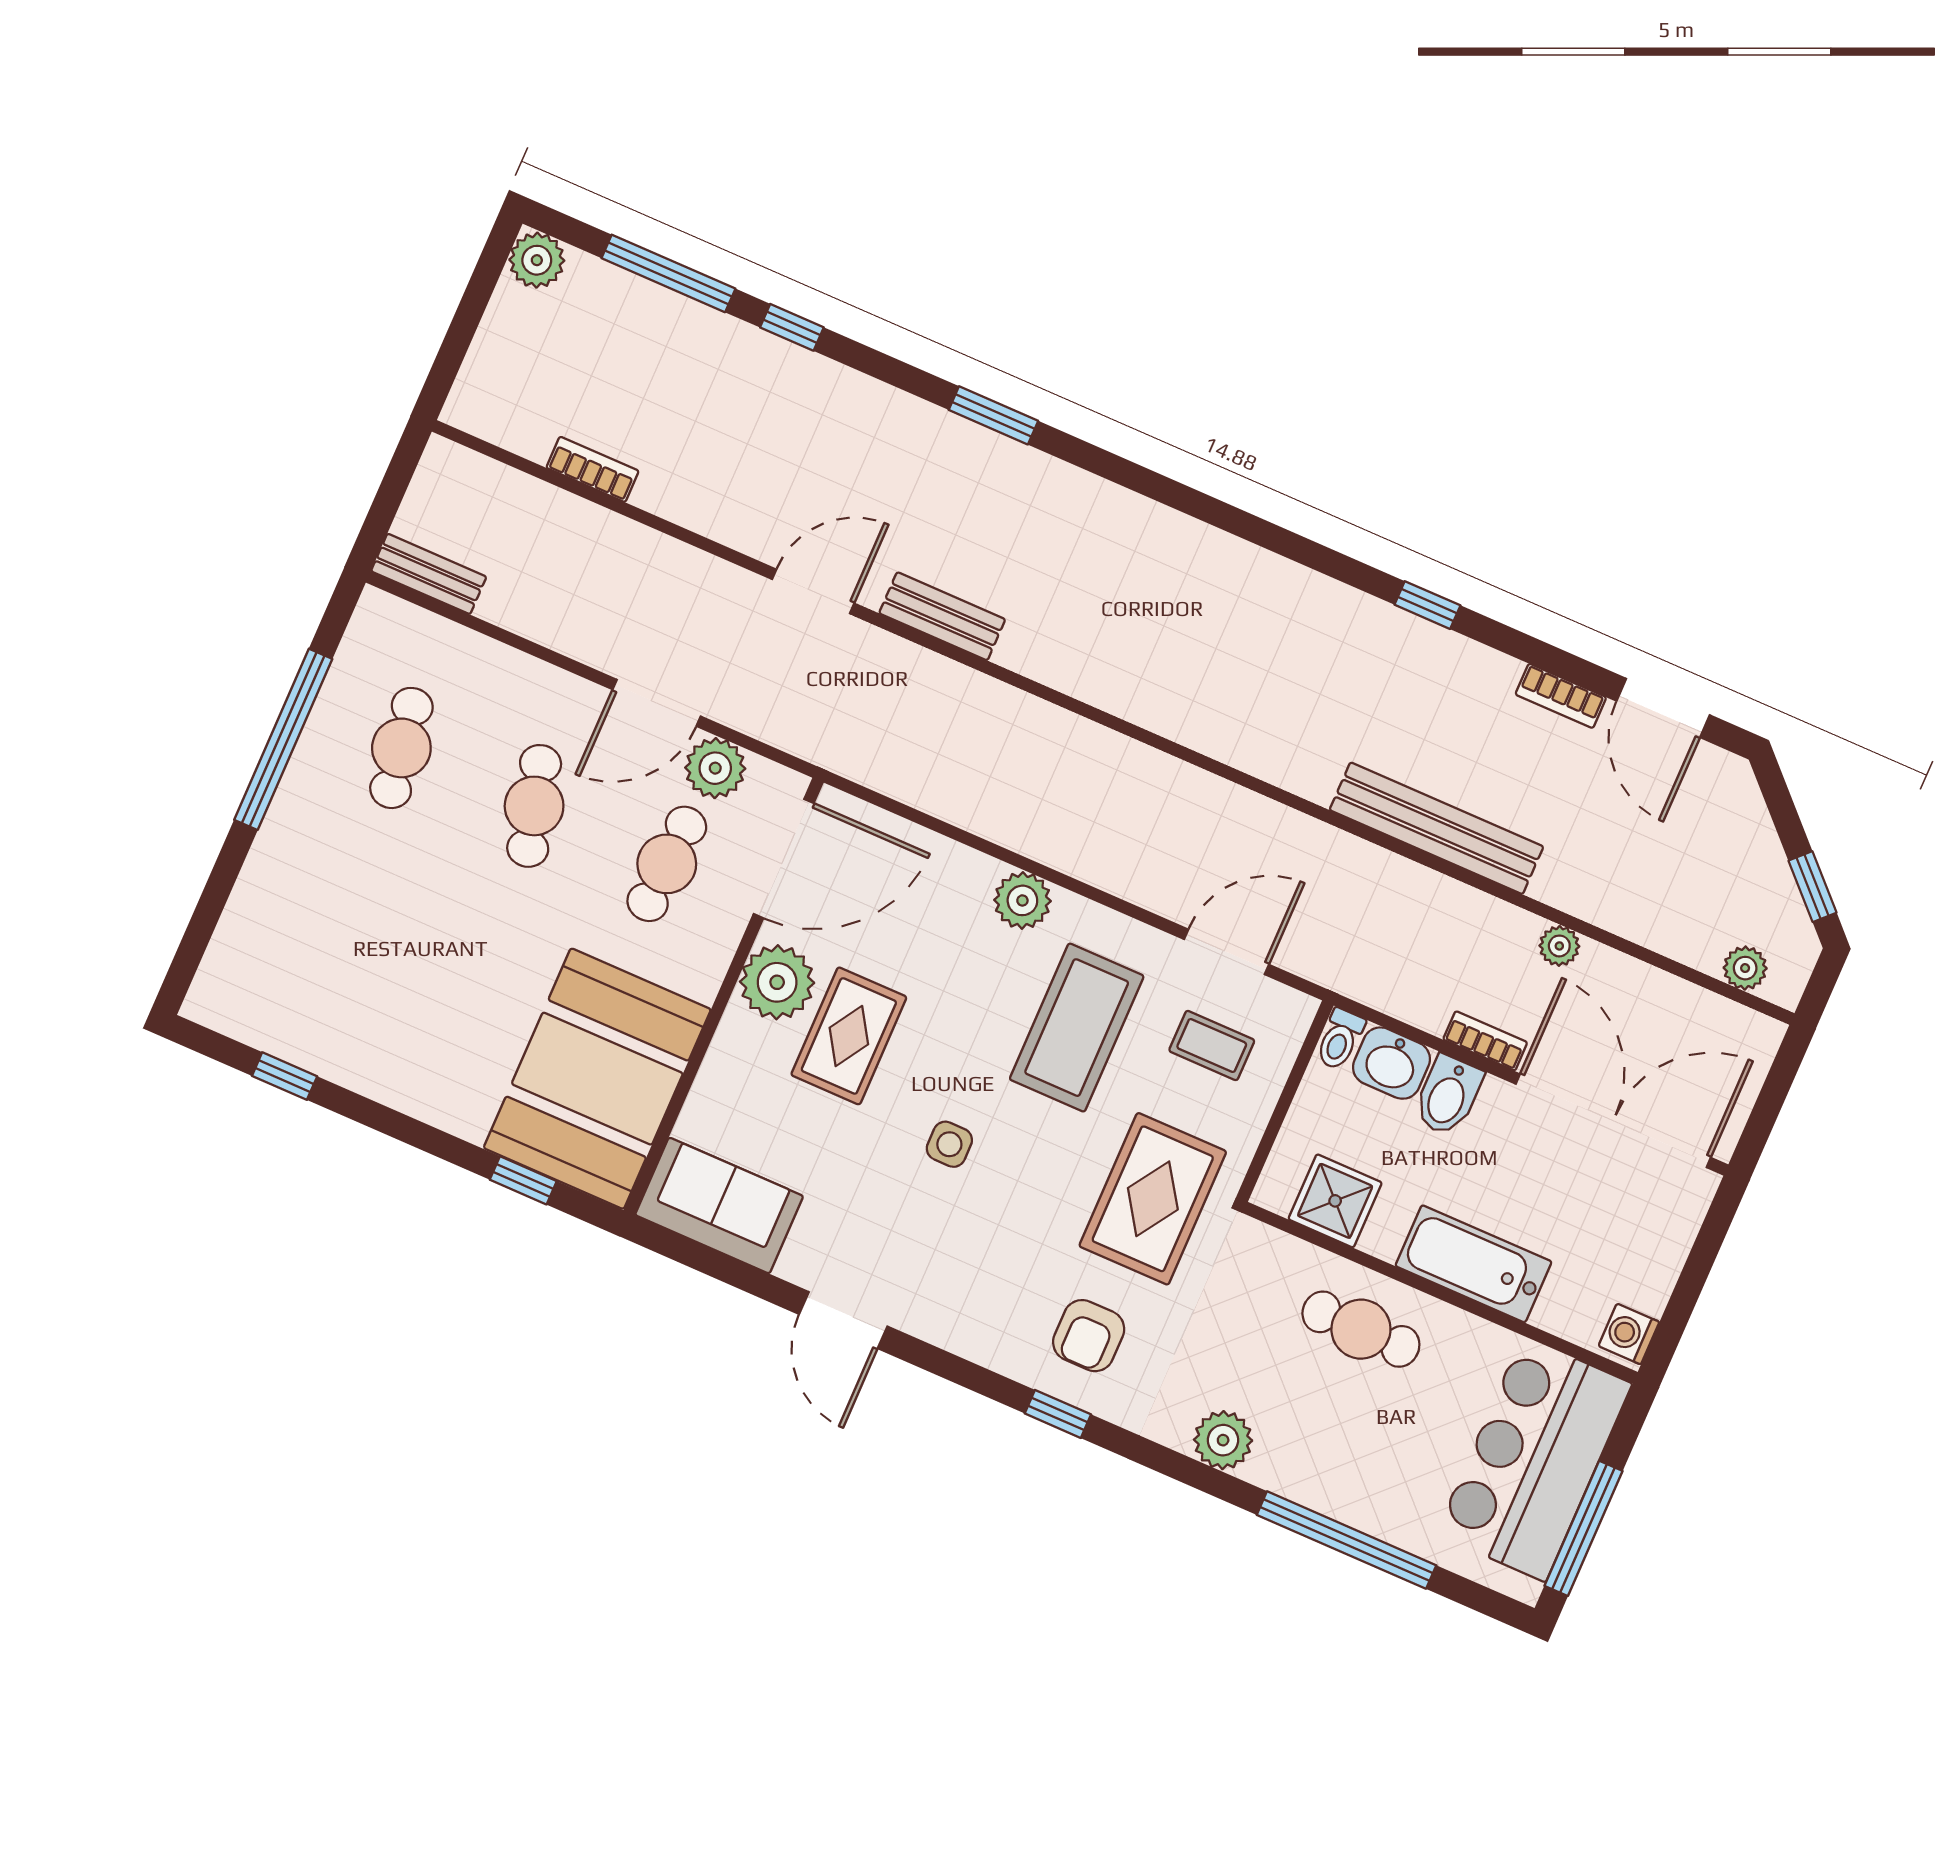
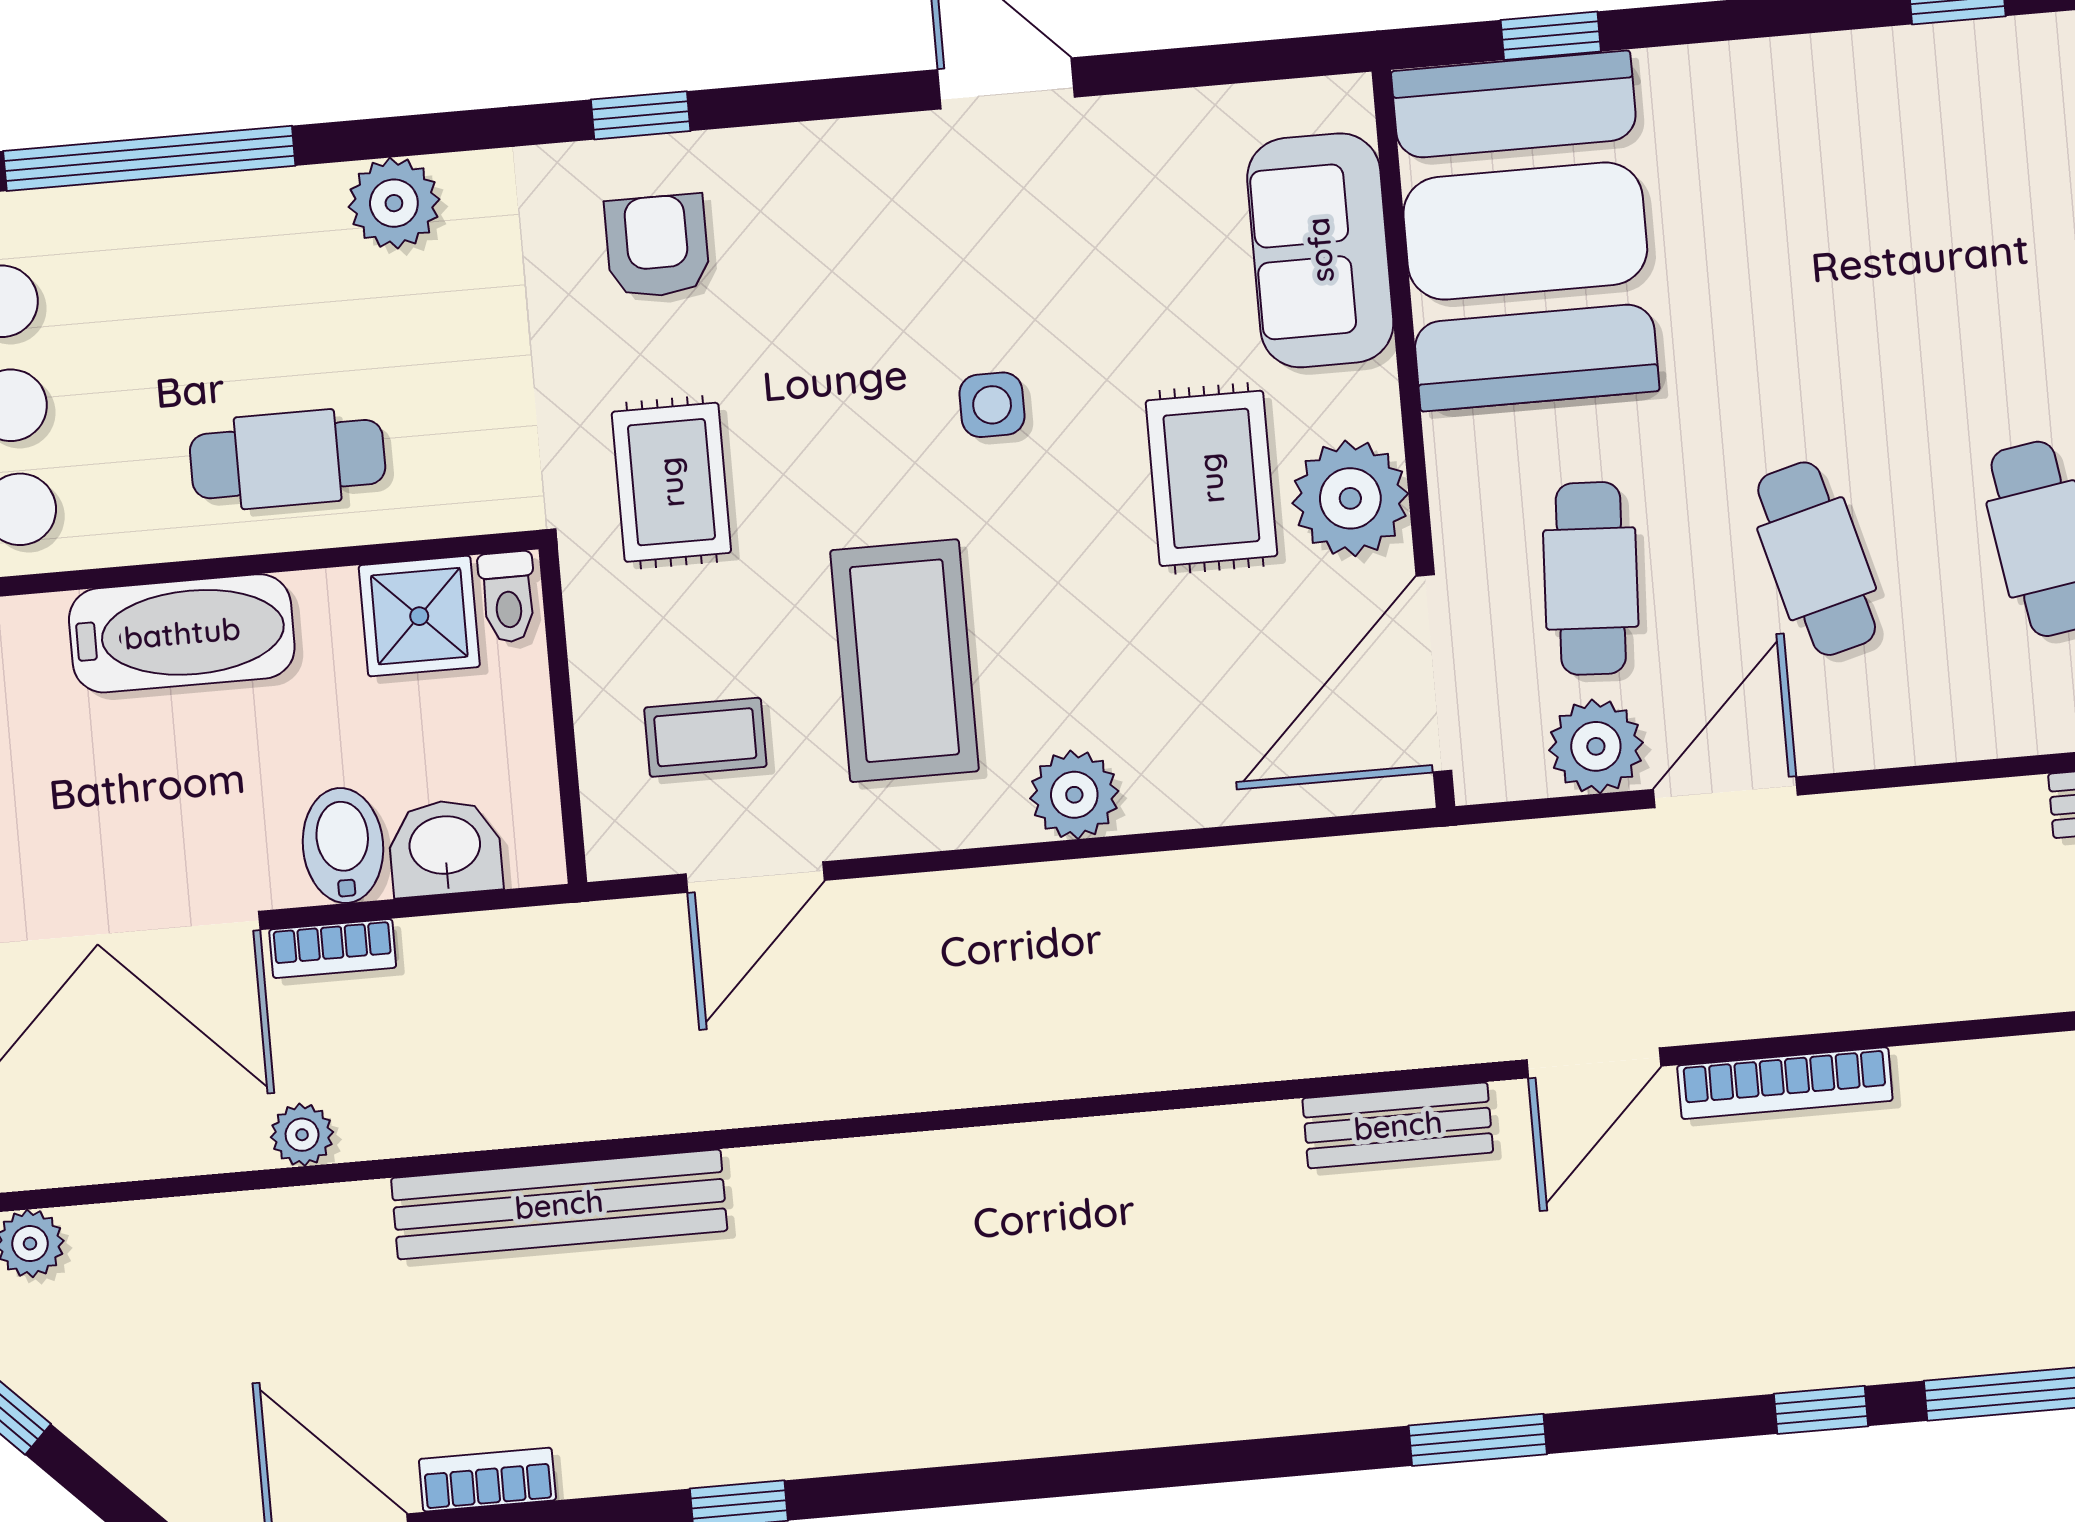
bookcase: (592, 469) -> (1785, 1083), moved, width x1.56
toilet: (1340, 1039) -> (508, 597), moved, turned 180
rug: (1153, 1199) -> (671, 482), width x0.73, depth x0.70
sofa: (719, 1206) -> (1320, 250), moved, turned 90

